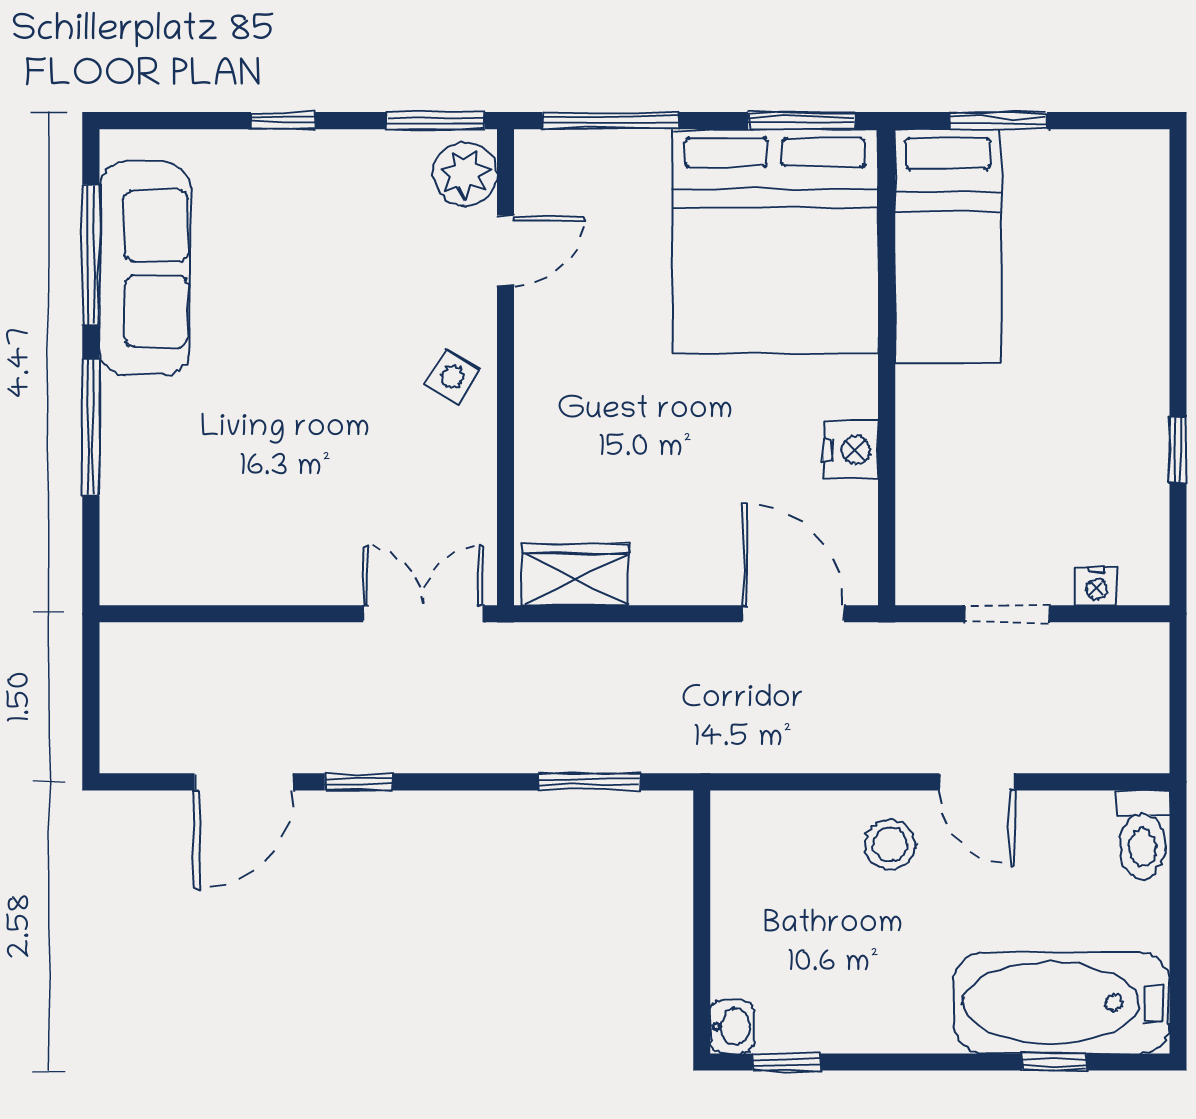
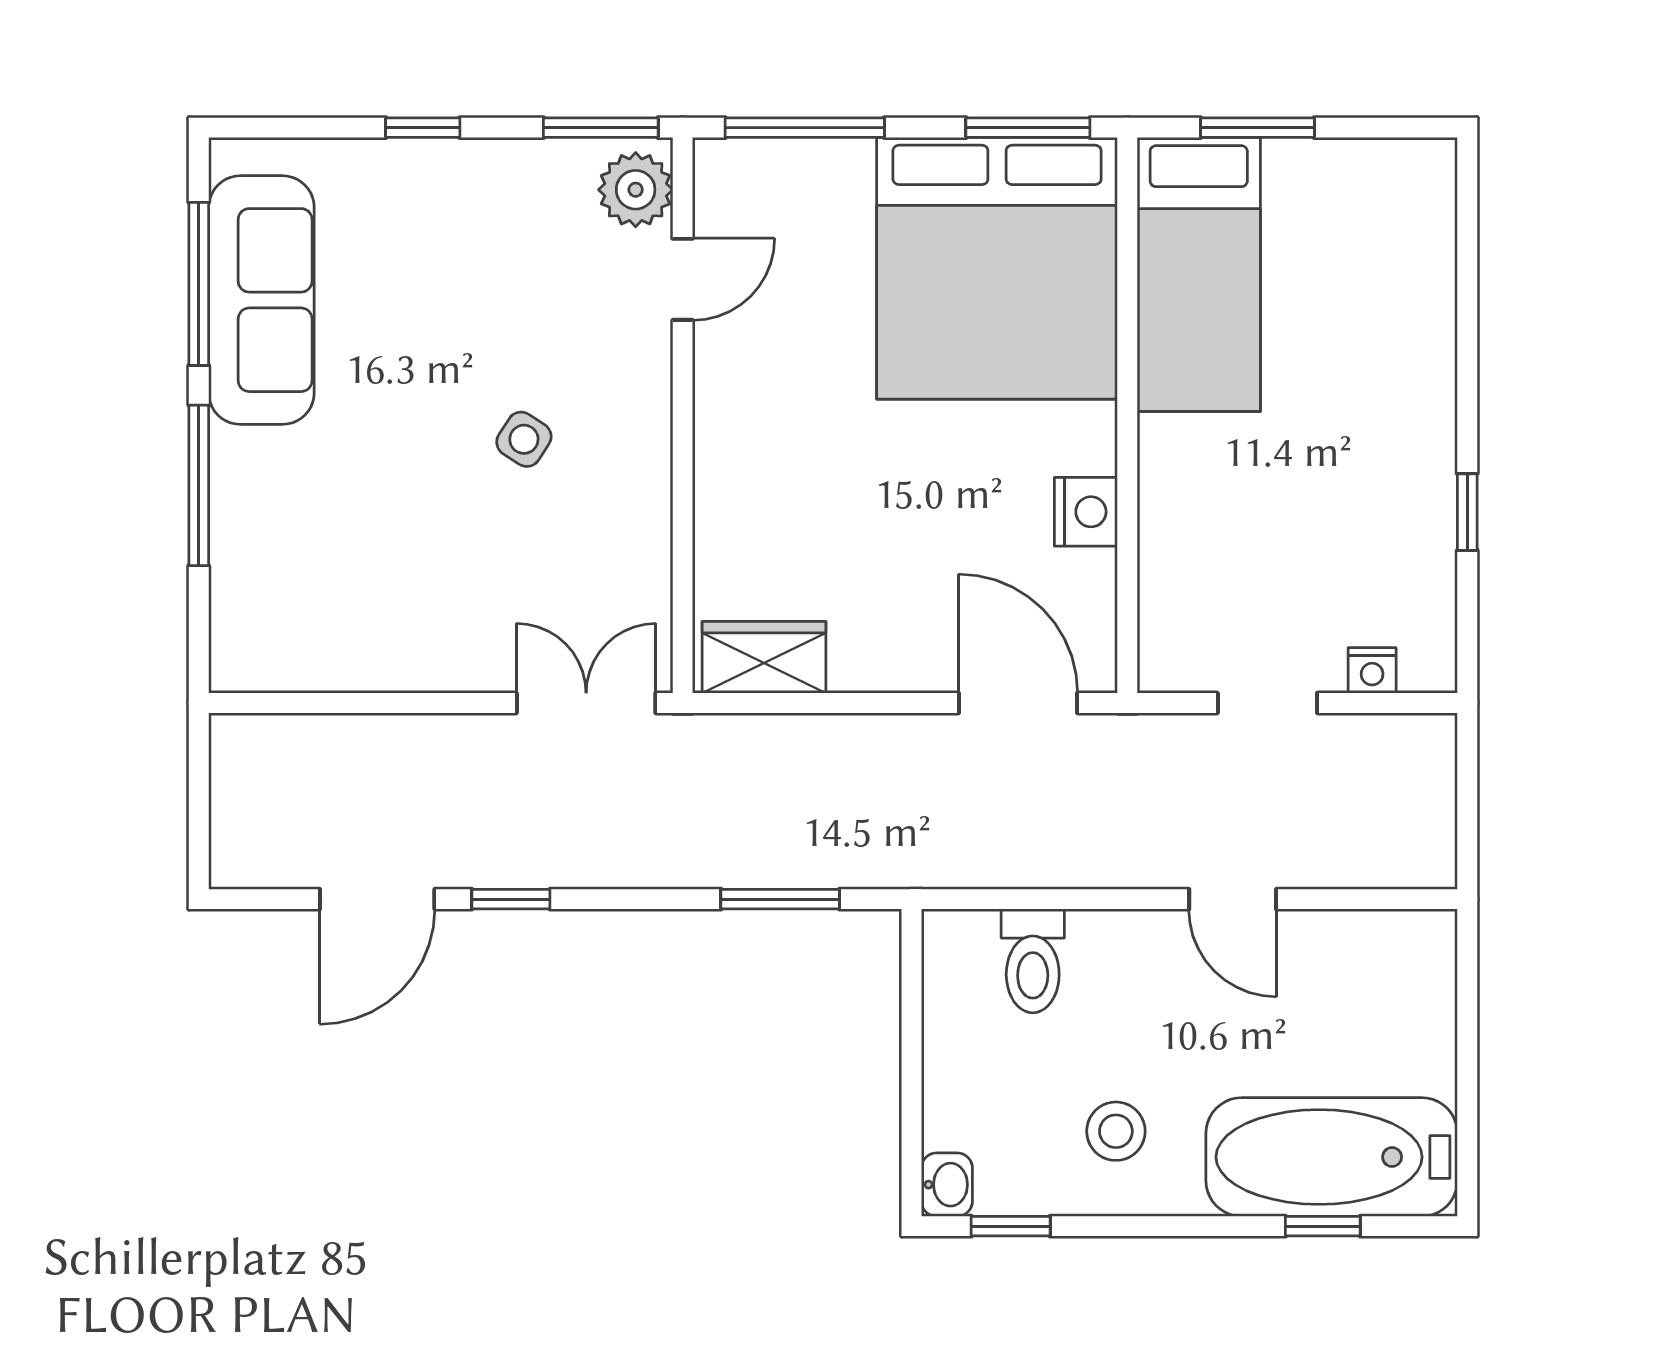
side table: (452, 377) -> (524, 439), moved
toilet: (1143, 835) -> (1033, 961), moved
stool: (890, 845) -> (1116, 1131), moved

